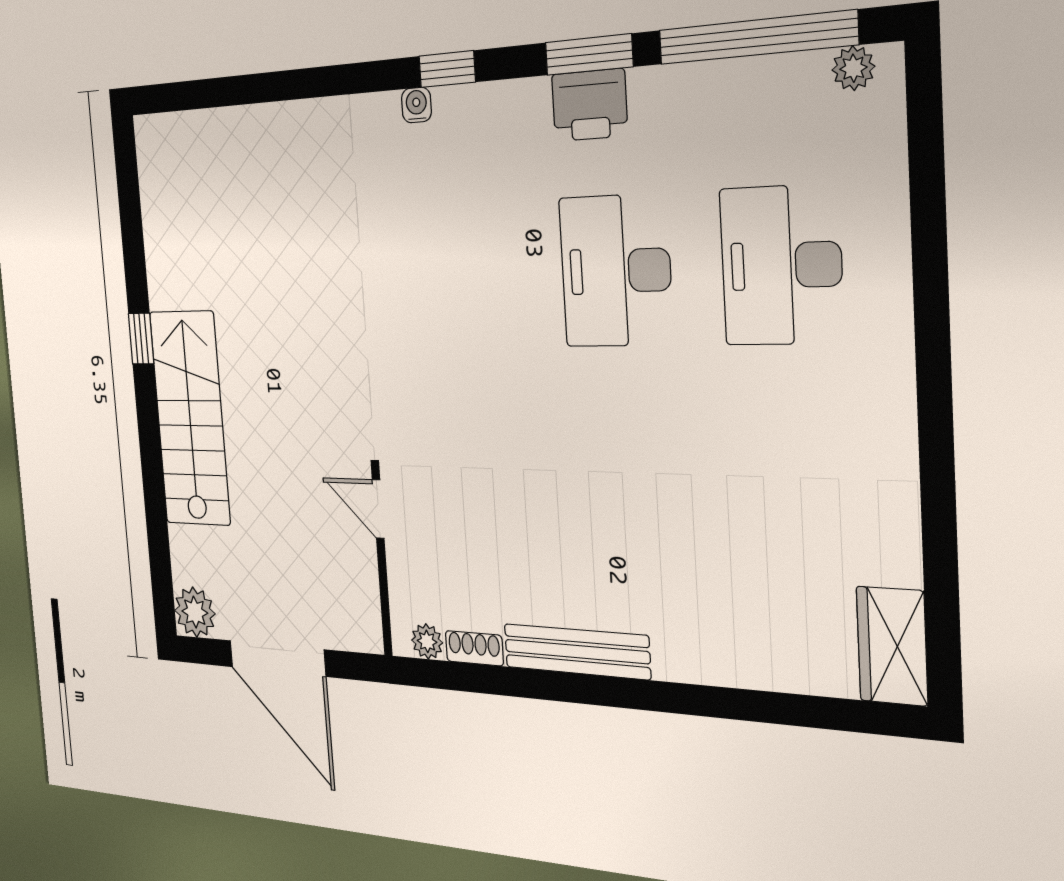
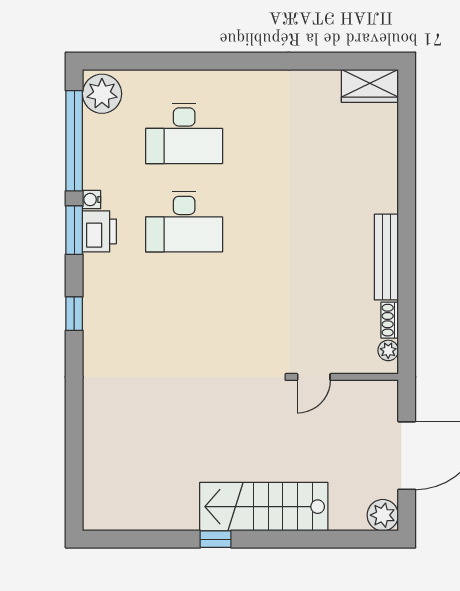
plant: (853, 68) -> (102, 94), width x1.88, depth x1.88
water cooler: (416, 105) -> (92, 200), moved

